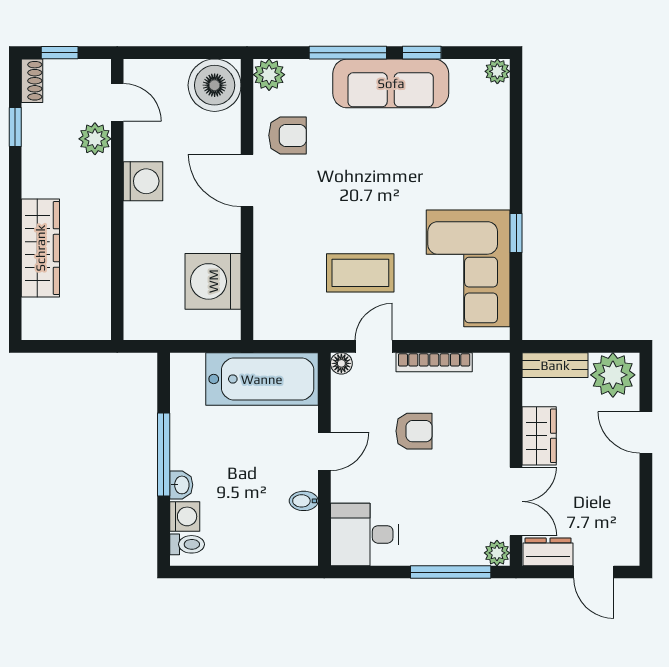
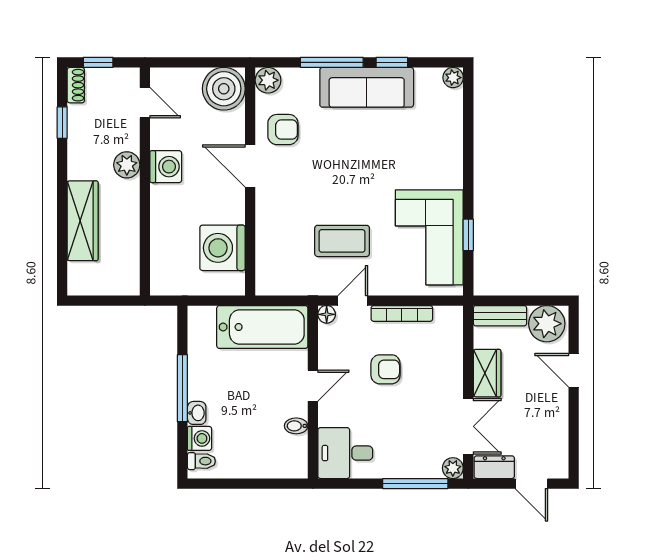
plant: (95, 139) -> (127, 165), moved
window: (516, 233) -> (468, 235), moved

